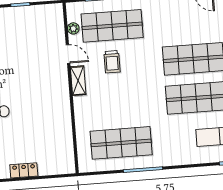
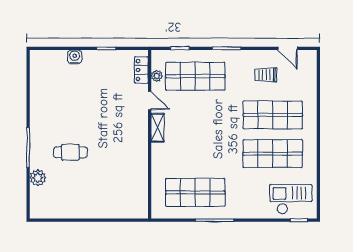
trolley: (112, 62) -> (266, 75), moved, turned 90
locker: (24, 170) -> (141, 70), moved, turned -90

